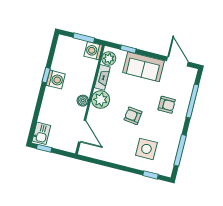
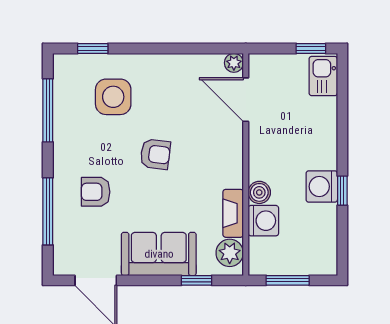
washing machine: (93, 51) -> (263, 221), moved
plant: (101, 100) -> (234, 63), moved, width x0.53, depth x0.53
boiler: (83, 101) -> (259, 192), moved

